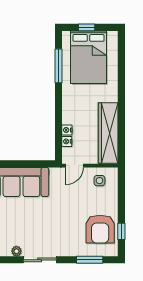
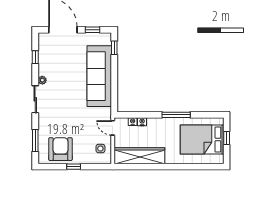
window: (59, 66) -> (176, 115), moved
armchair: (100, 229) -> (60, 149), turned 90
window: (121, 231) -> (74, 167), moved

